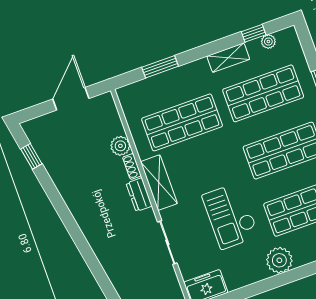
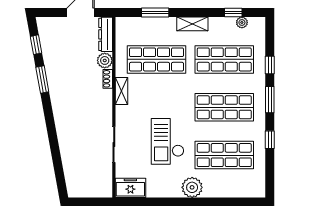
shelving: (228, 58) -> (192, 24), moved
shelving: (159, 183) -> (121, 91), width x0.67, depth x0.75
window: (54, 195) -> (42, 79), added
dresser: (139, 195) -> (106, 34), moved, width x1.44

